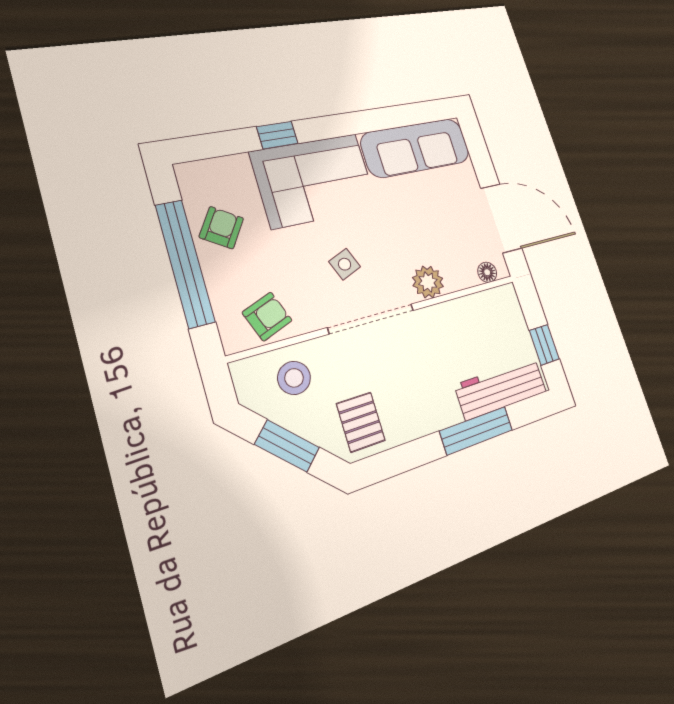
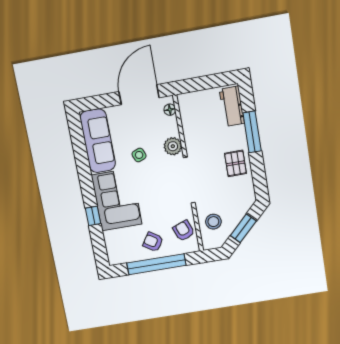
armchair: (221, 228) -> (153, 242), moved
side table: (345, 264) -> (139, 155), moved
window: (544, 345) -> (213, 81), removed
workbench: (501, 388) -> (232, 106), width x0.73
pallet: (361, 422) -> (235, 163), moved, turned 90

